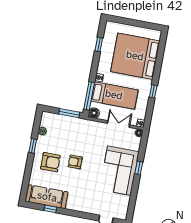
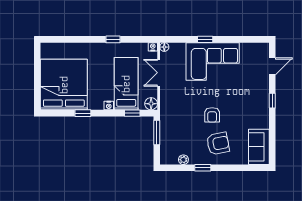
window: (99, 45) -> (83, 113), moved
bed: (135, 56) -> (64, 85), moved, turned 180
window: (89, 96) -> (132, 113), width x0.46
armchair: (50, 162) -> (218, 144), turned 79
sofa: (47, 197) -> (259, 147), width x0.73
window: (50, 209) -> (272, 101), moved

